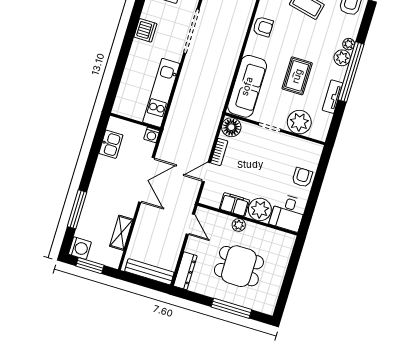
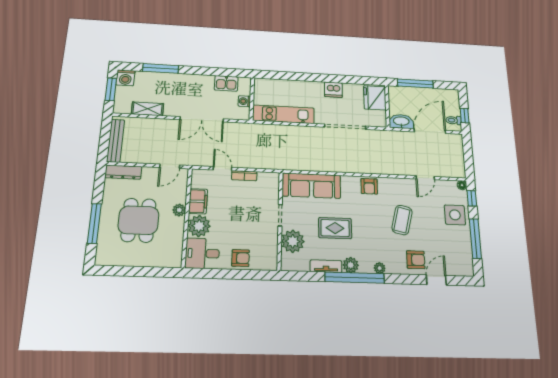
plant: (342, 58) -> (351, 265), moved
floor lamp: (231, 127) -> (270, 181), removed
washing machine: (152, 135) -> (244, 101), moved

